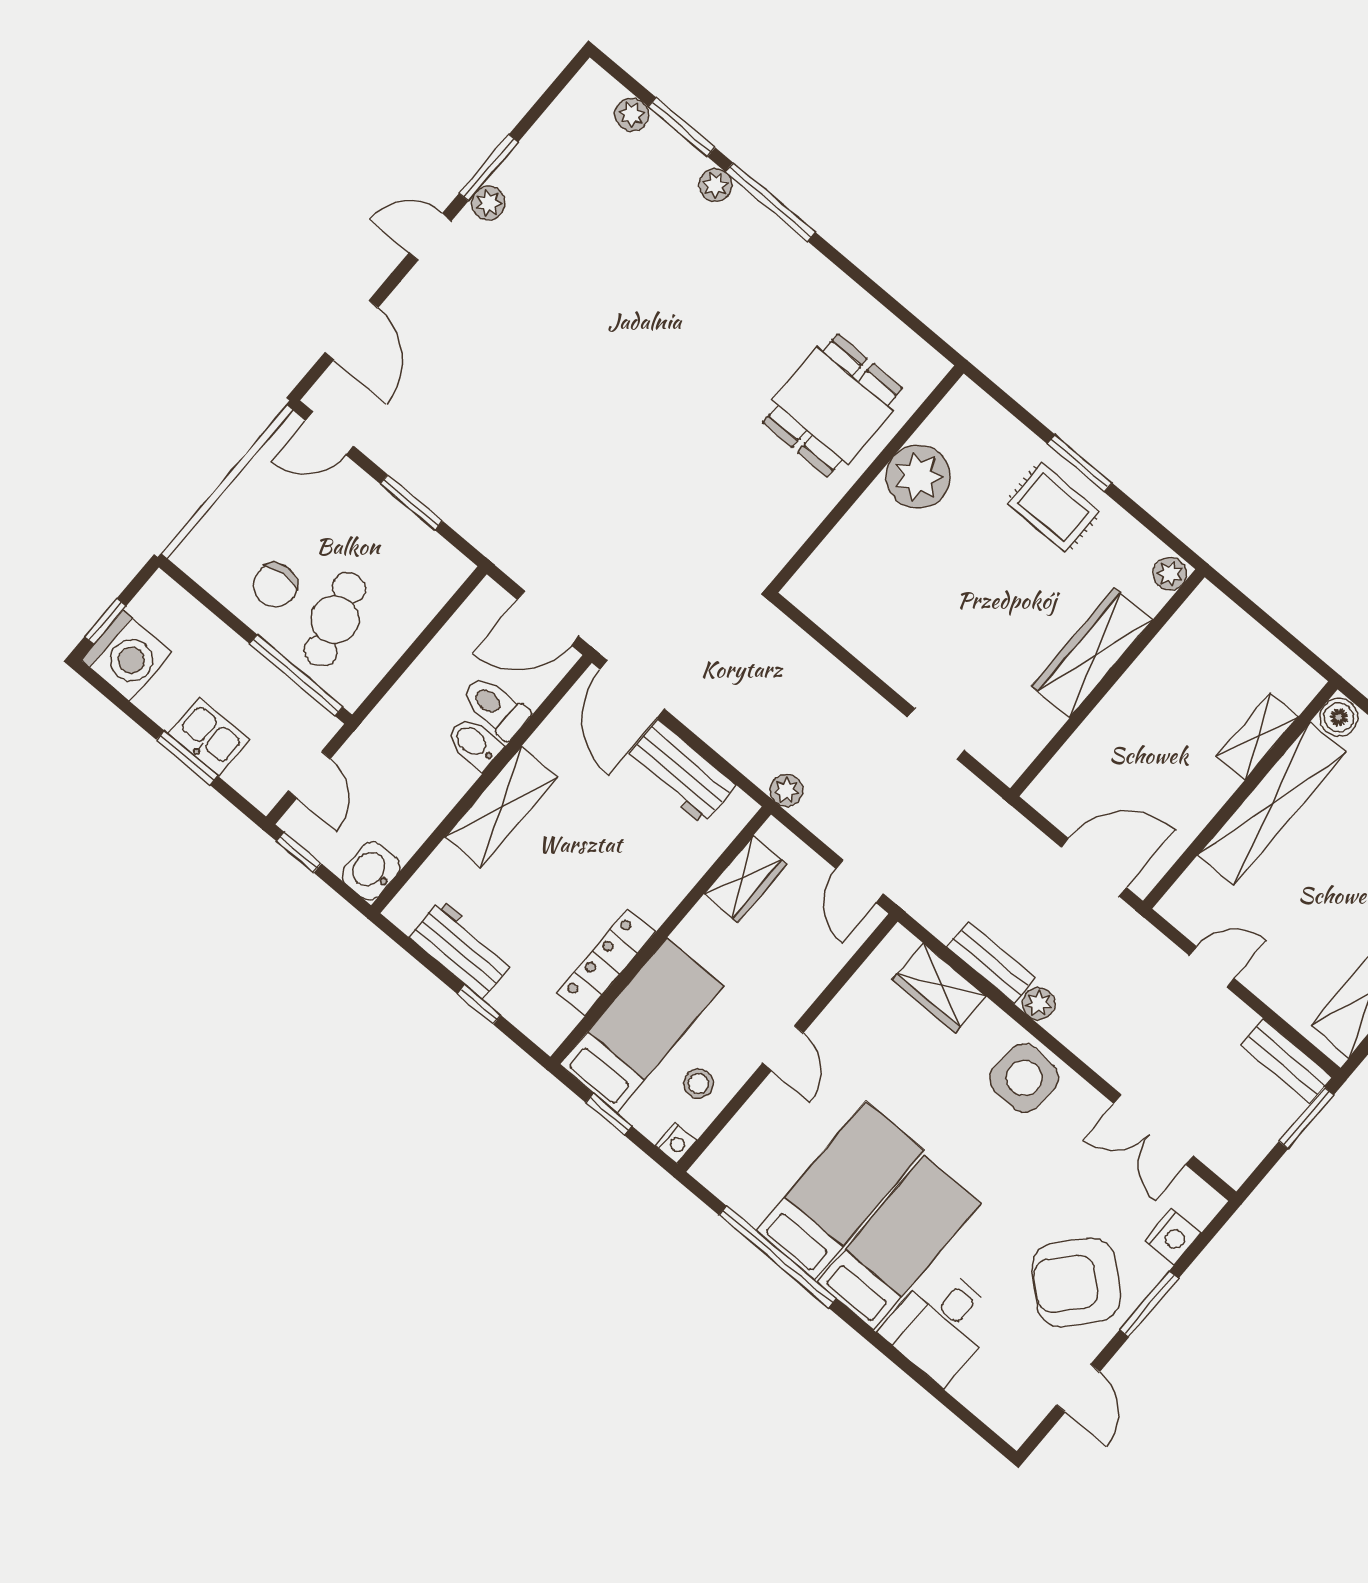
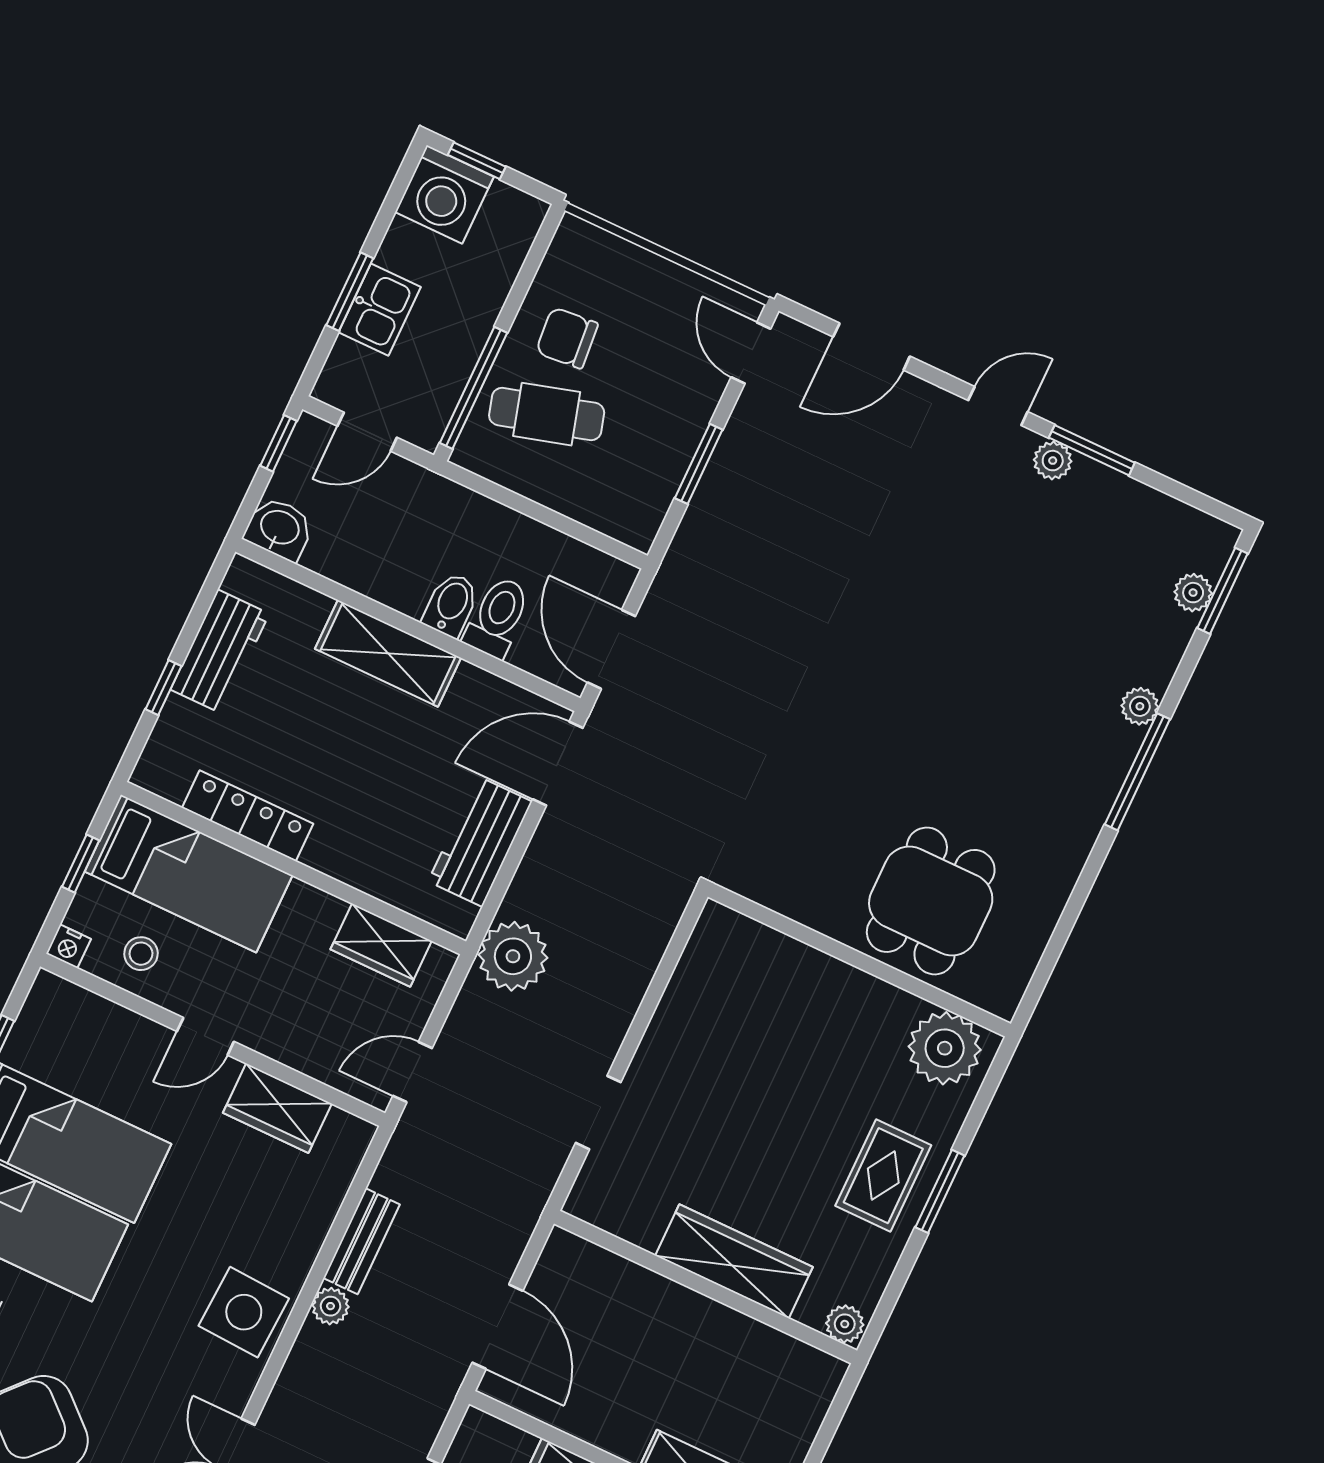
window: (682, 127) -> (1223, 591), moved
door: (430, 237) -> (998, 406), hinge flipped
dining table: (832, 406) -> (931, 901), turned 90
plant: (918, 477) -> (945, 1048), moved
plant: (786, 790) -> (513, 956), width x1.88, depth x1.88
wardrobe: (939, 988) -> (277, 1108), moved, turned -90

